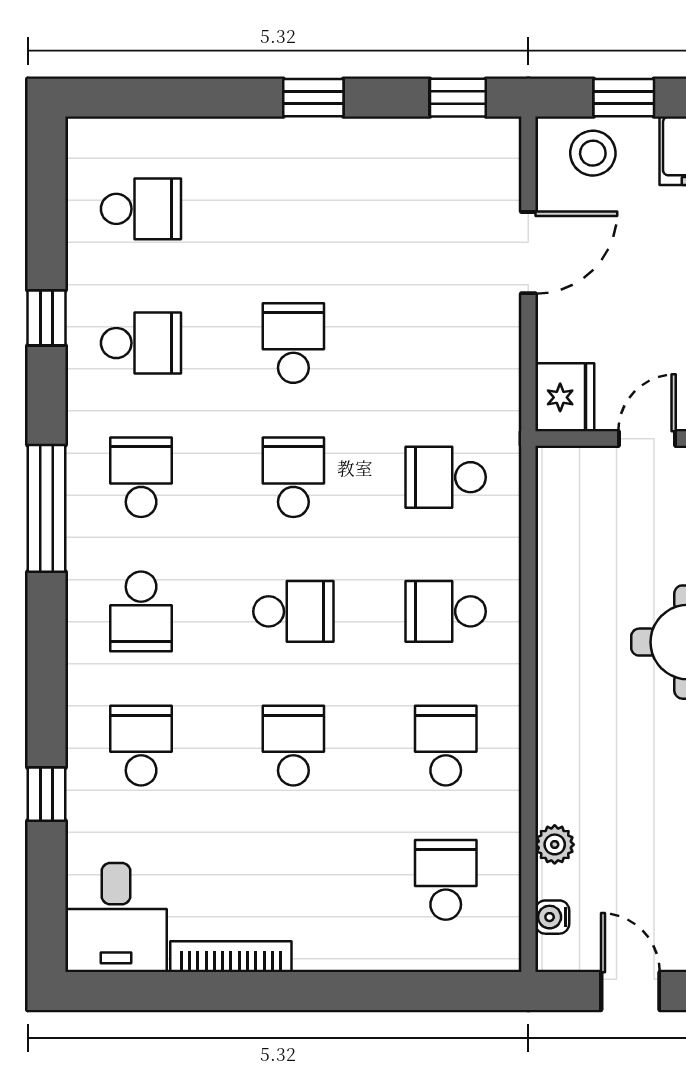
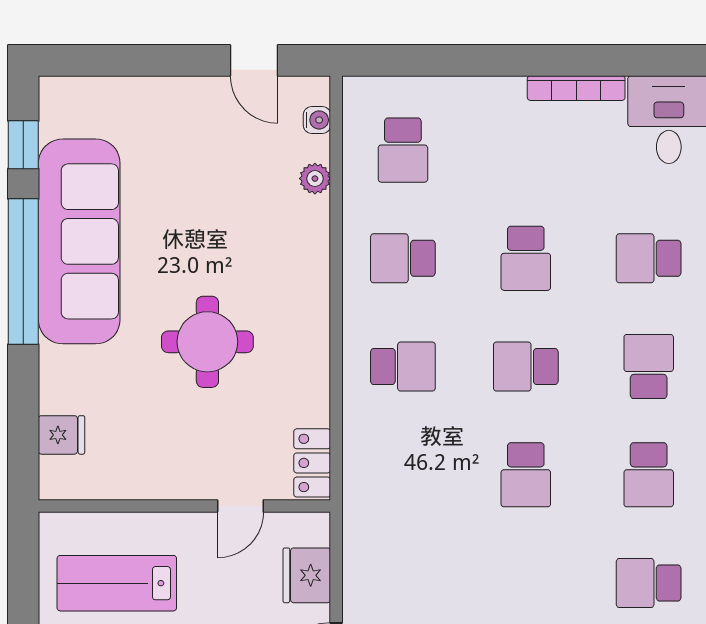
school desk: (293, 343) -> (526, 583), removed
fridge: (565, 397) -> (307, 575), moved
school desk: (446, 477) -> (403, 475), removed
locker: (558, 492) -> (312, 463), added
school desk: (141, 746) -> (649, 258), turned 90
school desk: (446, 746) -> (403, 258), turned 90

